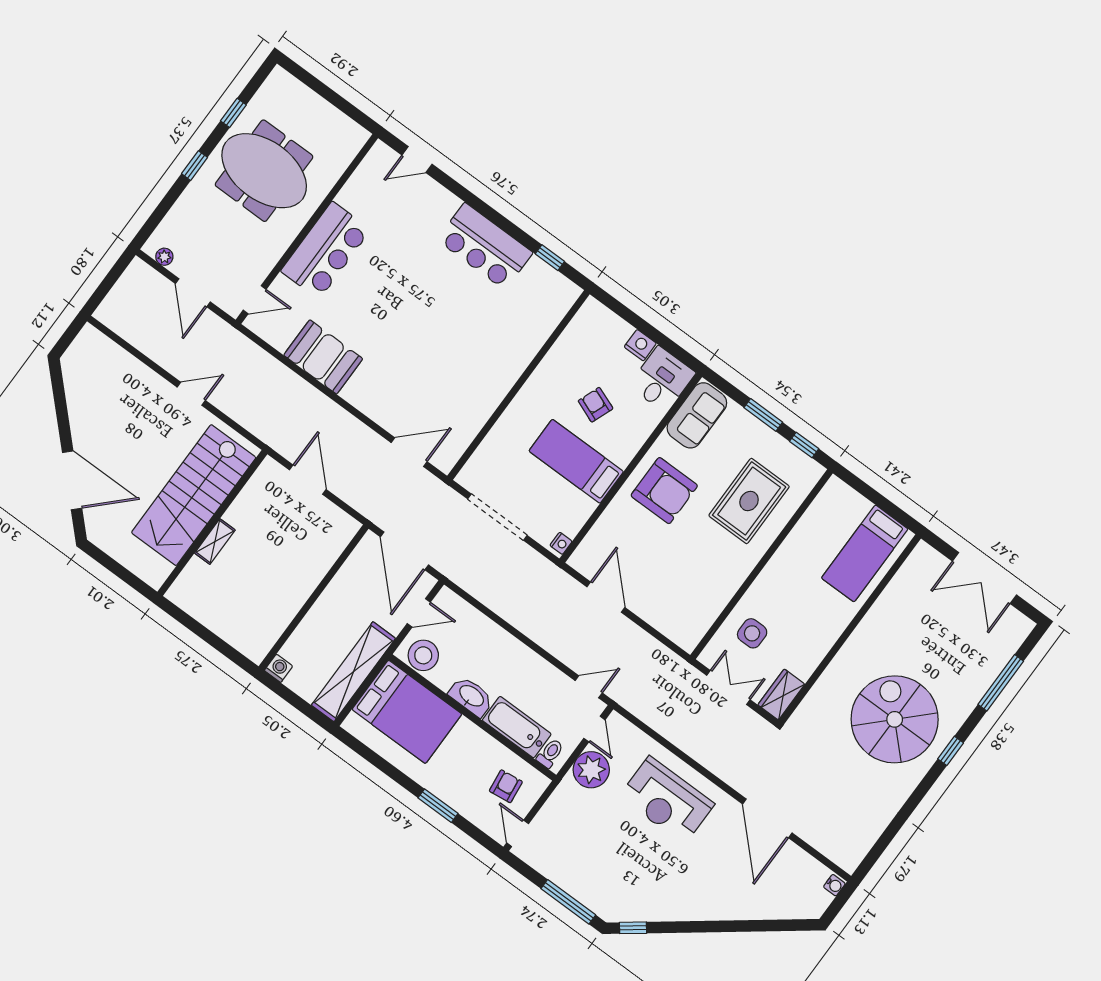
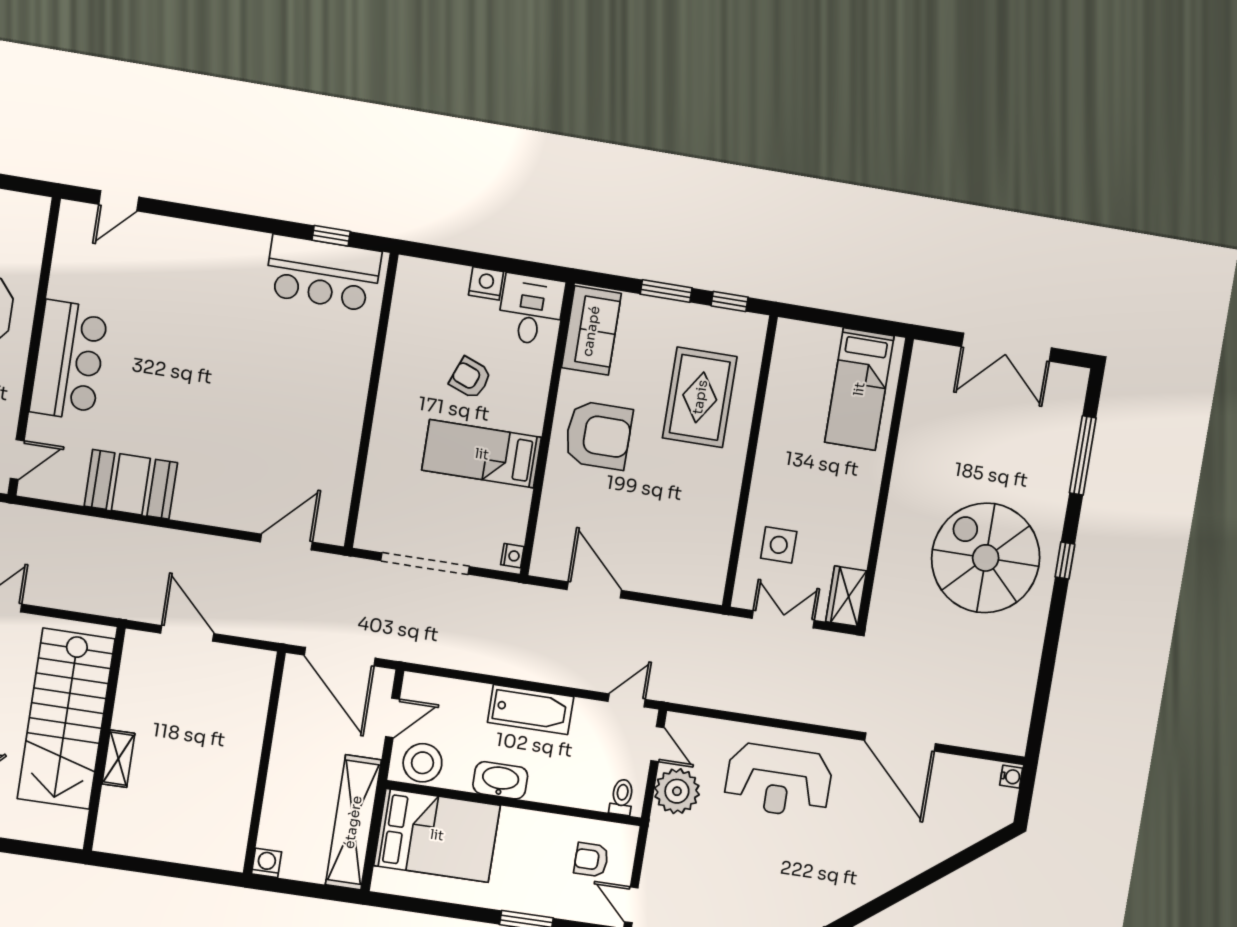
bar counter: (485, 246) -> (323, 273), moved
bathtub: (517, 727) -> (531, 710), moved, turned 180
armchair: (506, 786) -> (591, 860), turned -83

